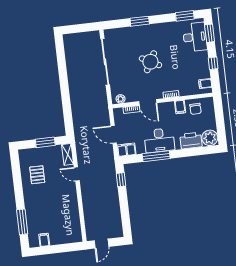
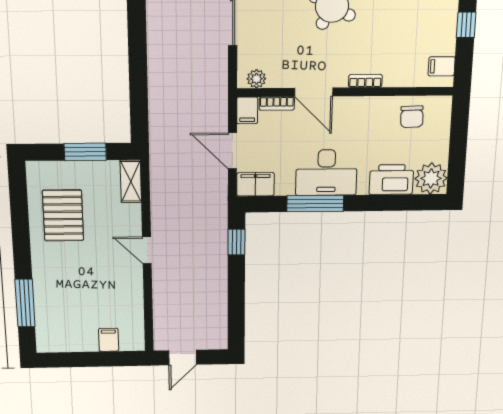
filing cabinet: (180, 107) -> (247, 110), moved
door: (77, 174) -> (147, 250), moved
pallet: (37, 175) -> (63, 215), width x1.50, depth x1.42
filing cabinet: (44, 240) -> (109, 340), moved

